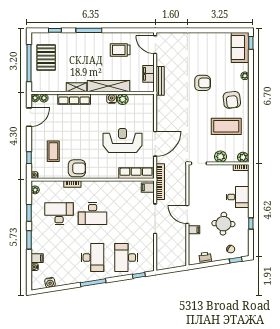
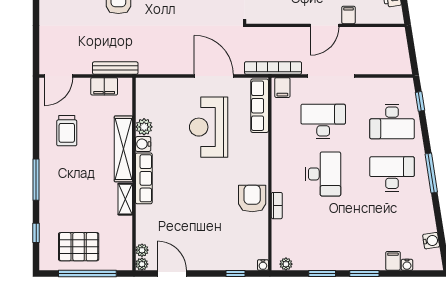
row of seats: (74, 99) -> (144, 178), moved
coffee table: (53, 151) -> (225, 235), removed
desk: (59, 214) -> (323, 121), moved, turned 90

